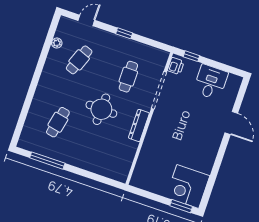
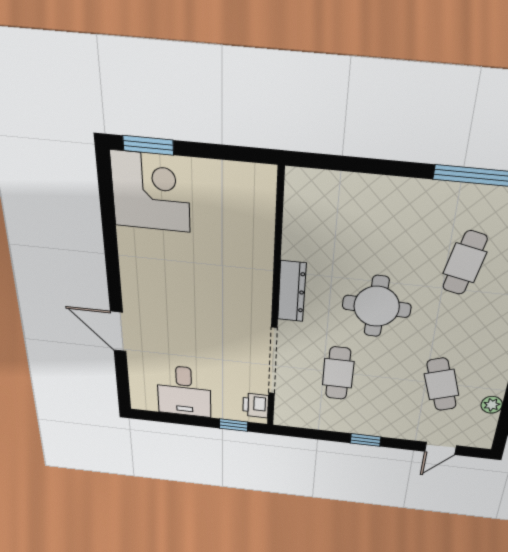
cafe table: (79, 60) -> (442, 385), turned -39

